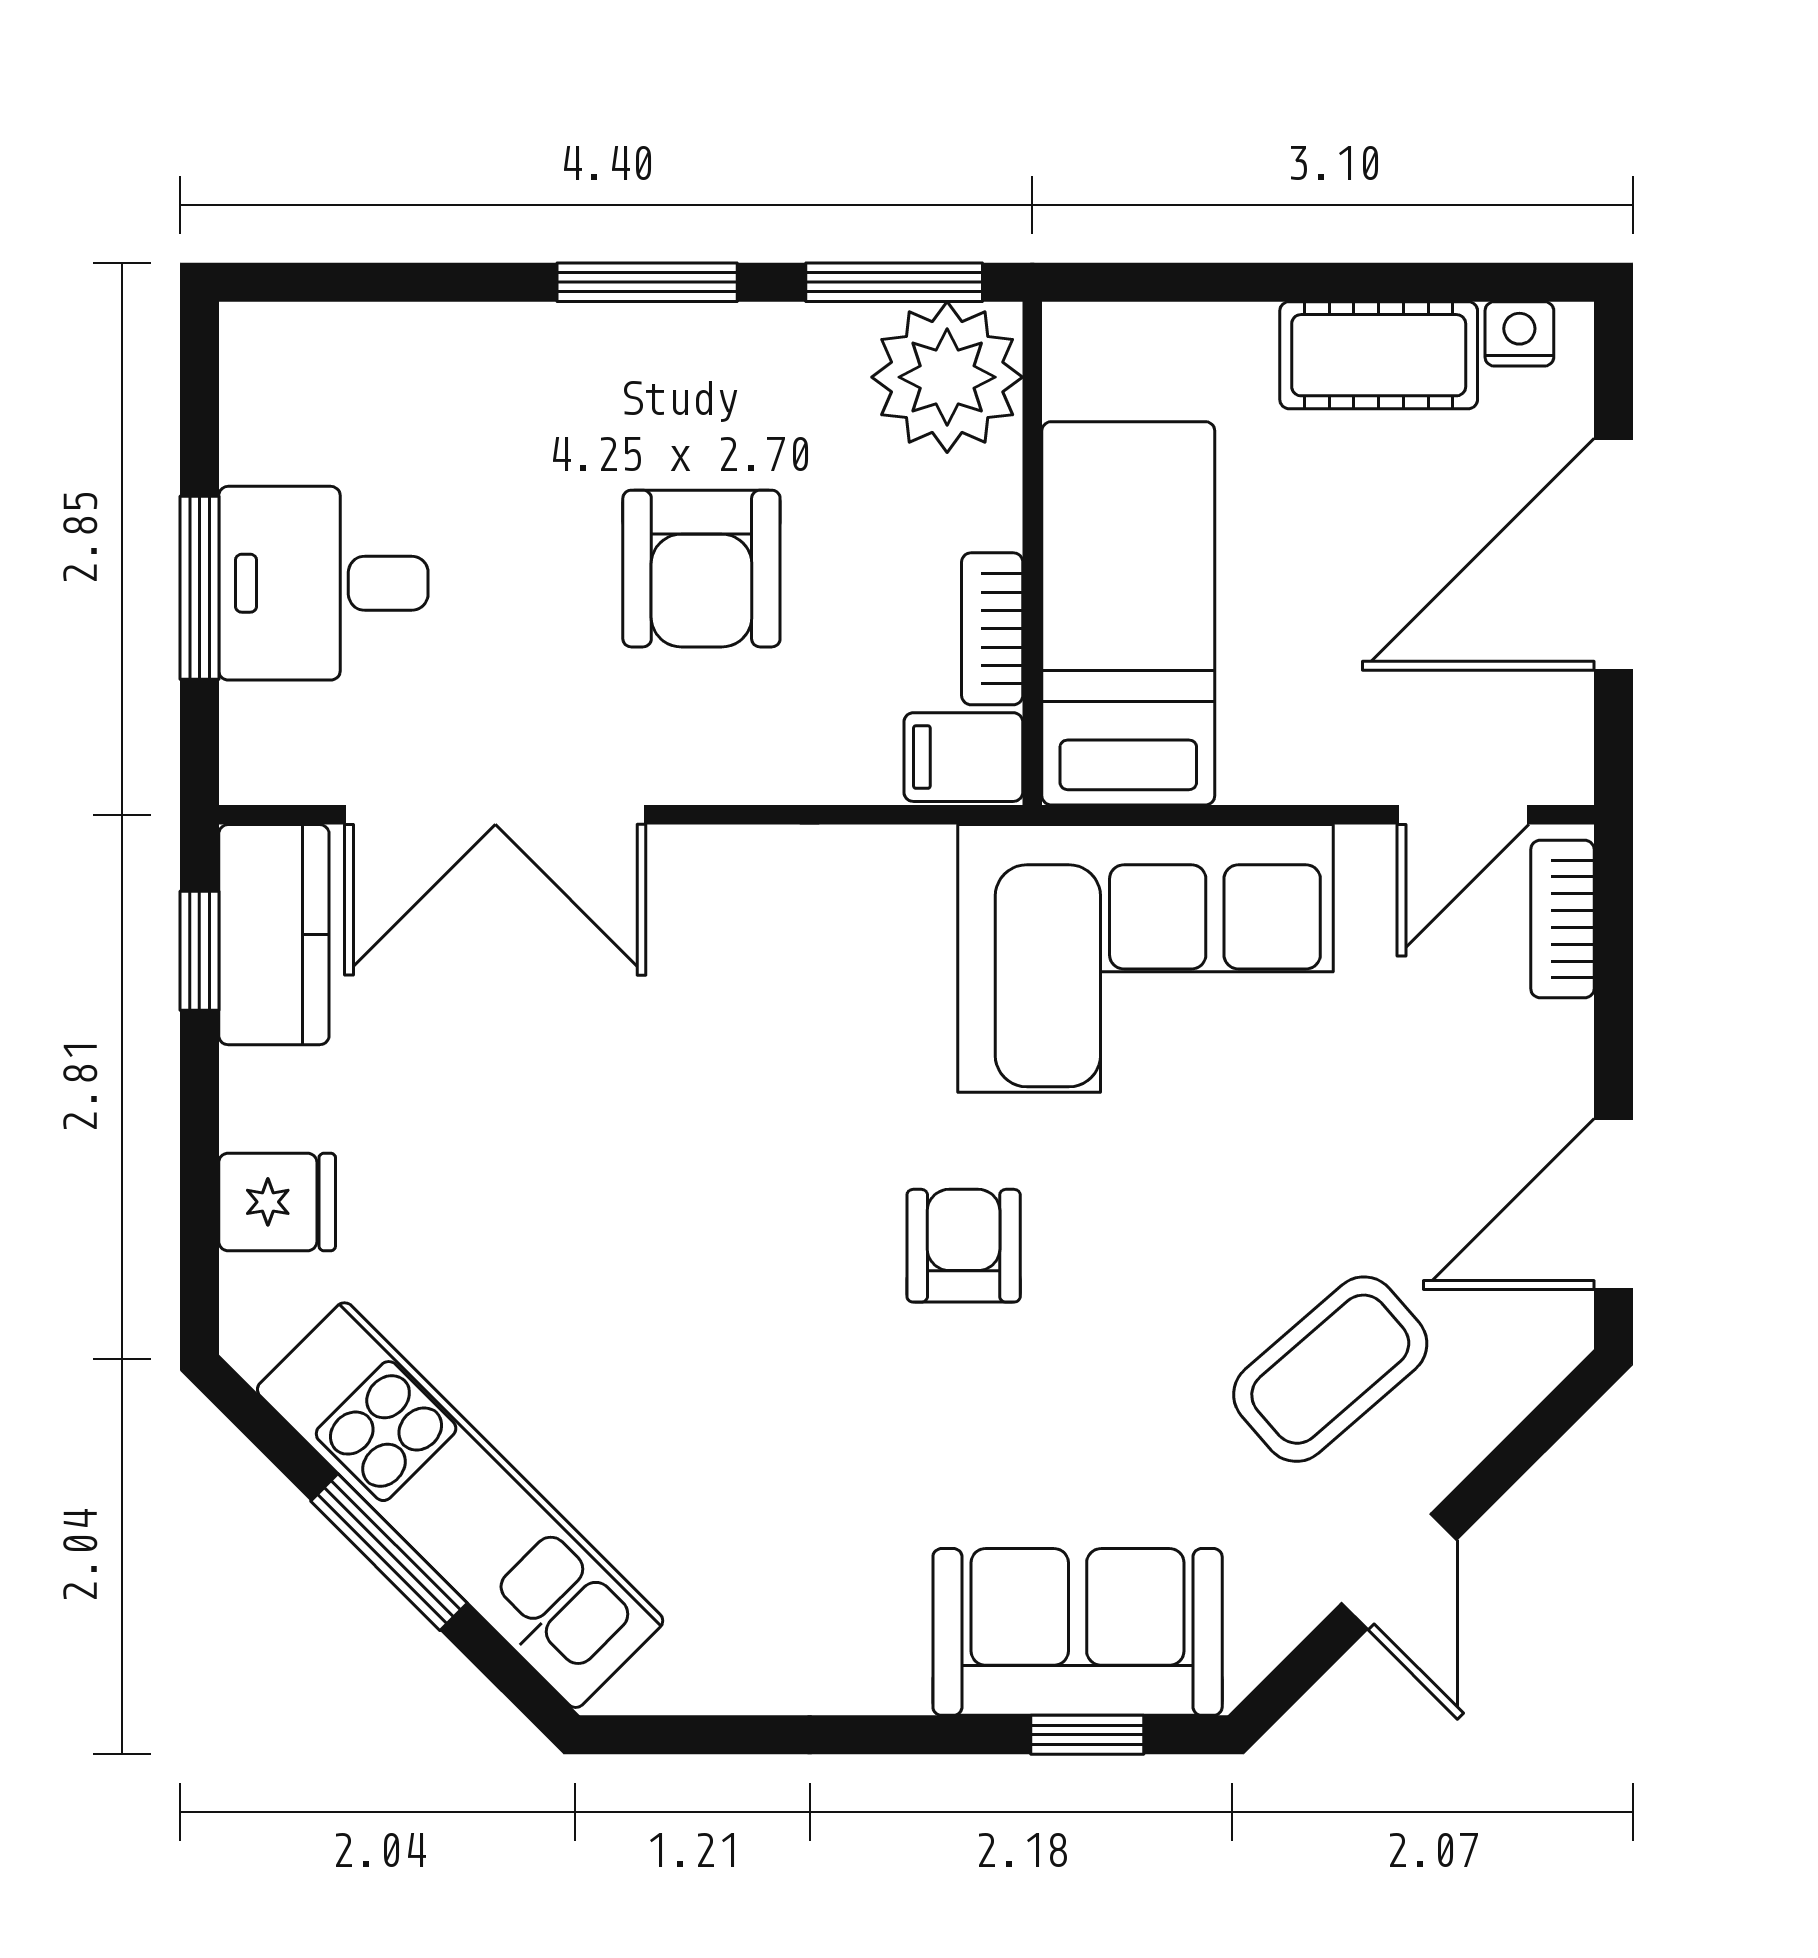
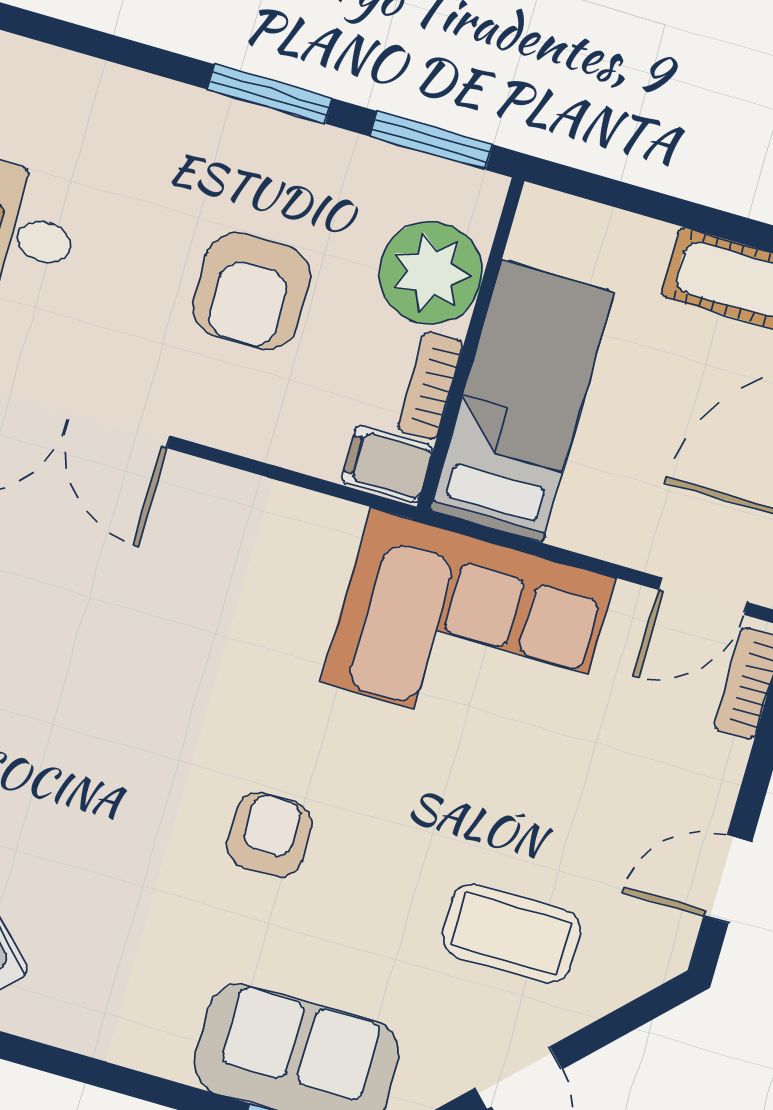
plant: (947, 377) -> (431, 273), moved
door: (1613, 1204) -> (728, 879), width x0.73
armchair: (964, 1246) -> (269, 835), moved
coffee table: (1330, 1369) -> (511, 933), turned 41

